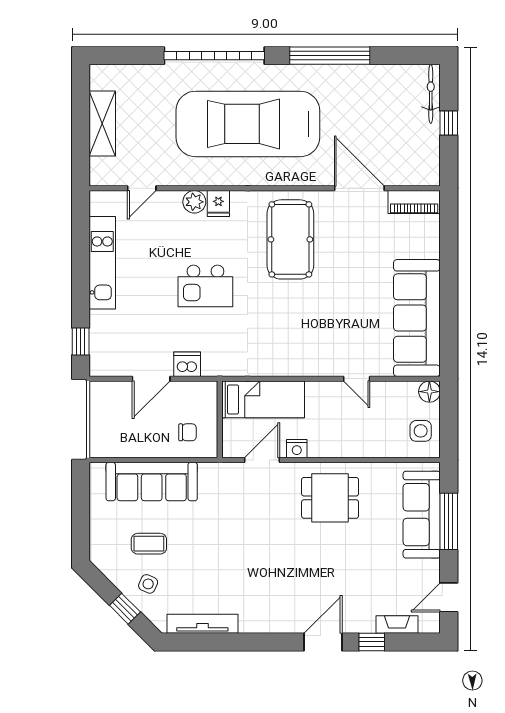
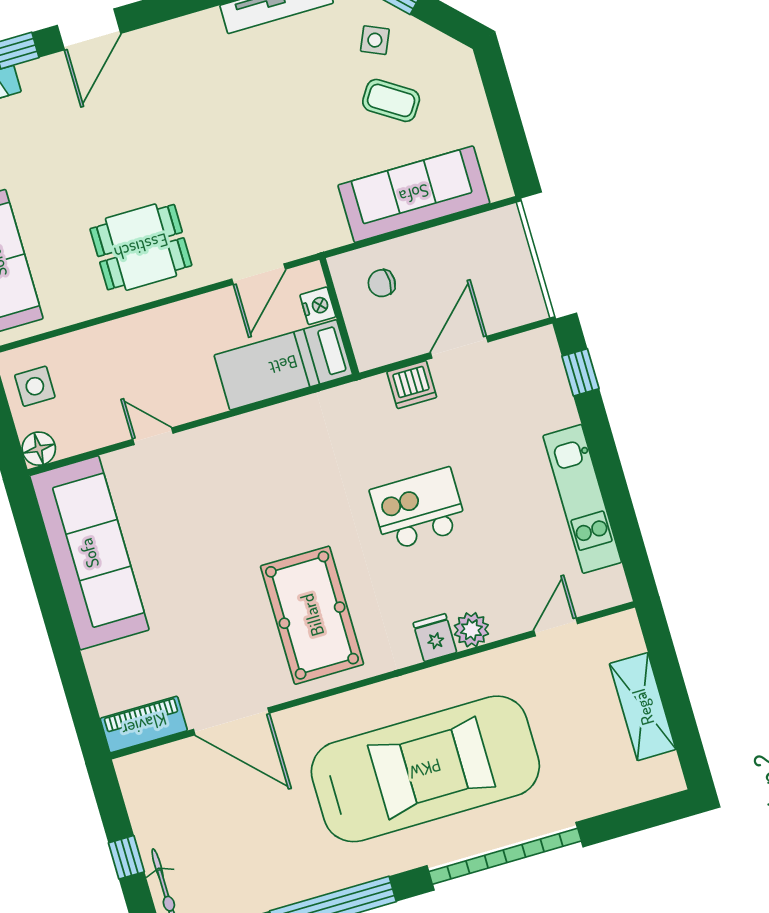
nightstand: (297, 449) -> (318, 306), moved, turned 90
coffee table: (149, 544) -> (391, 100), turned 33

